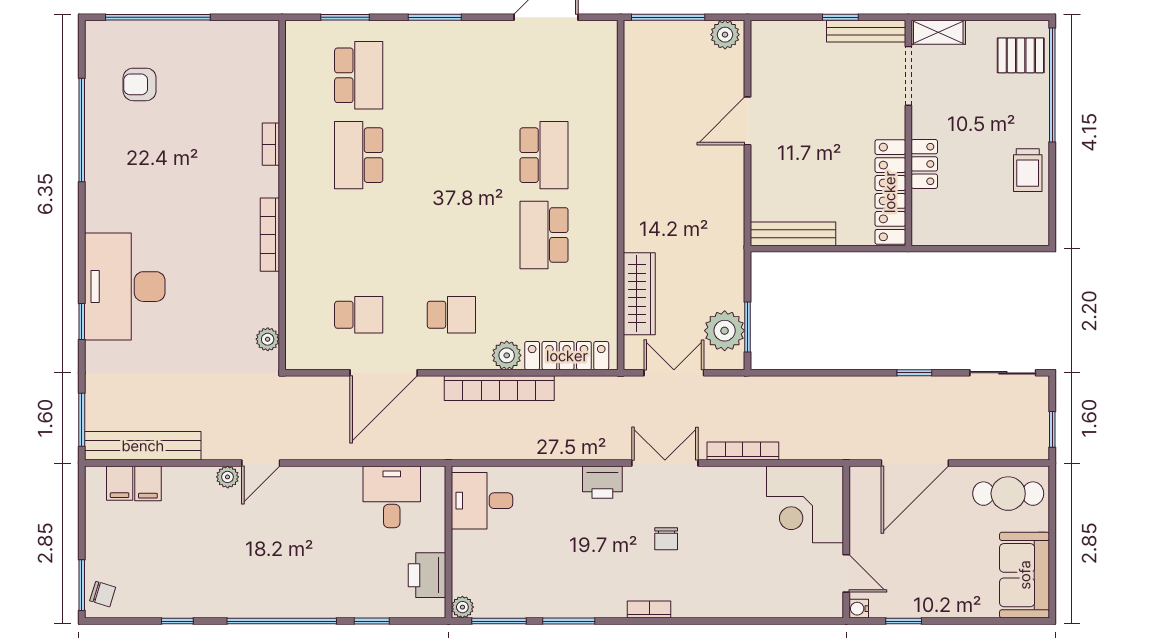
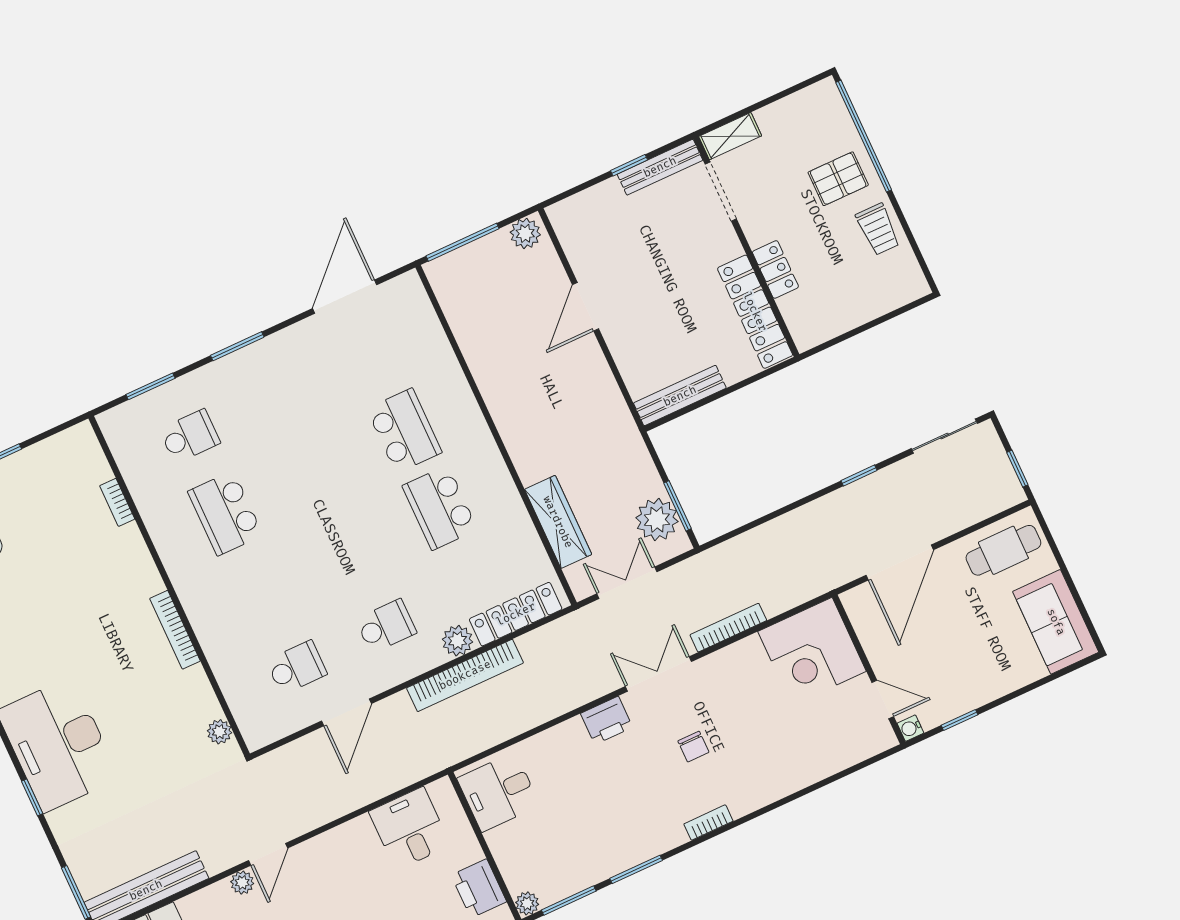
pallet: (1021, 55) -> (838, 179), moved
school desk: (359, 75) -> (190, 436), width x0.54
bookcase: (271, 144) -> (117, 502), moved
door: (384, 373) -> (347, 712), width x0.73

